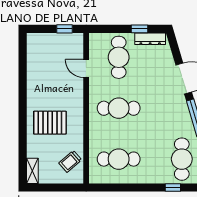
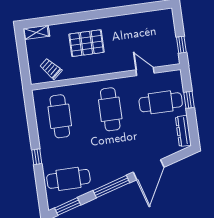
window: (140, 29) -> (189, 100), moved
door: (86, 69) -> (145, 72), hinge flipped
pallet: (50, 123) -> (87, 43), turned 90
window: (173, 187) -> (37, 157), moved

